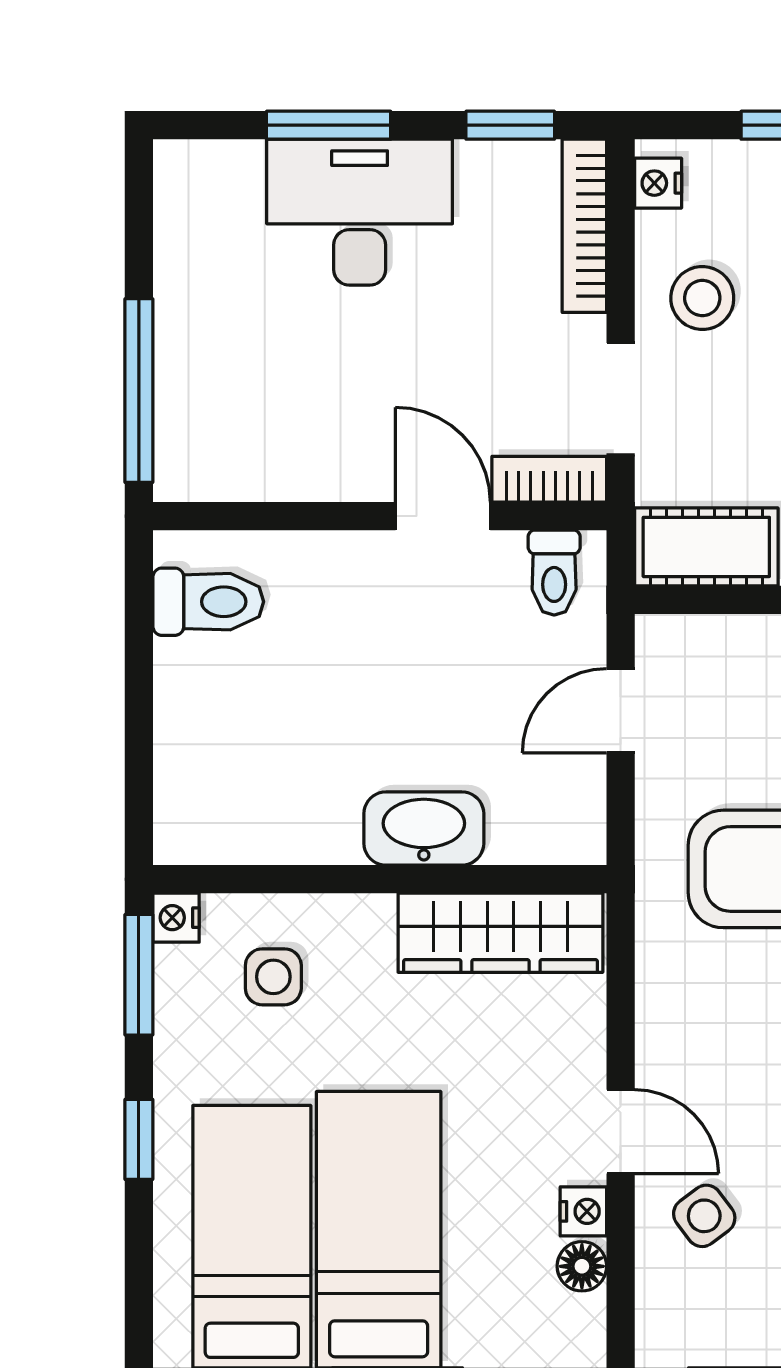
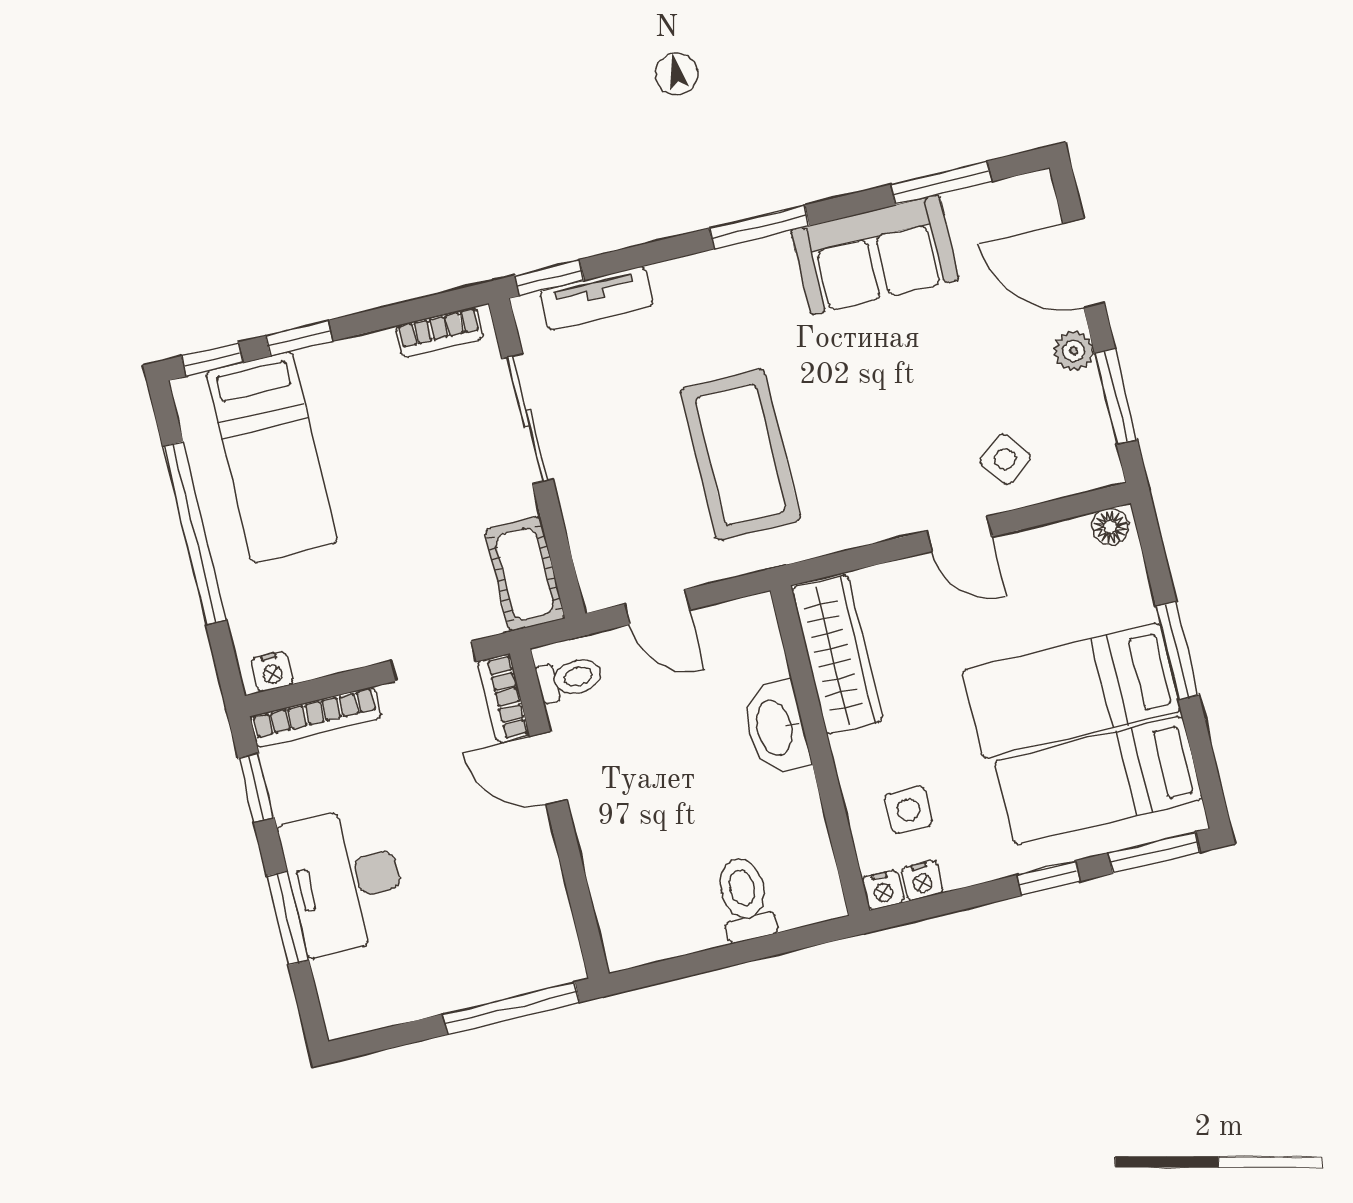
stool: (702, 298) -> (347, 620), removed
door: (443, 516) -> (548, 768), hinge flipped
toilet: (208, 602) -> (745, 899), moved
window: (139, 975) -> (1154, 853), moved
door: (621, 1132) -> (959, 534), swing flipped
nightstand: (583, 1211) -> (922, 880), moved, turned 180
floor lamp: (582, 1266) -> (1110, 527), moved

